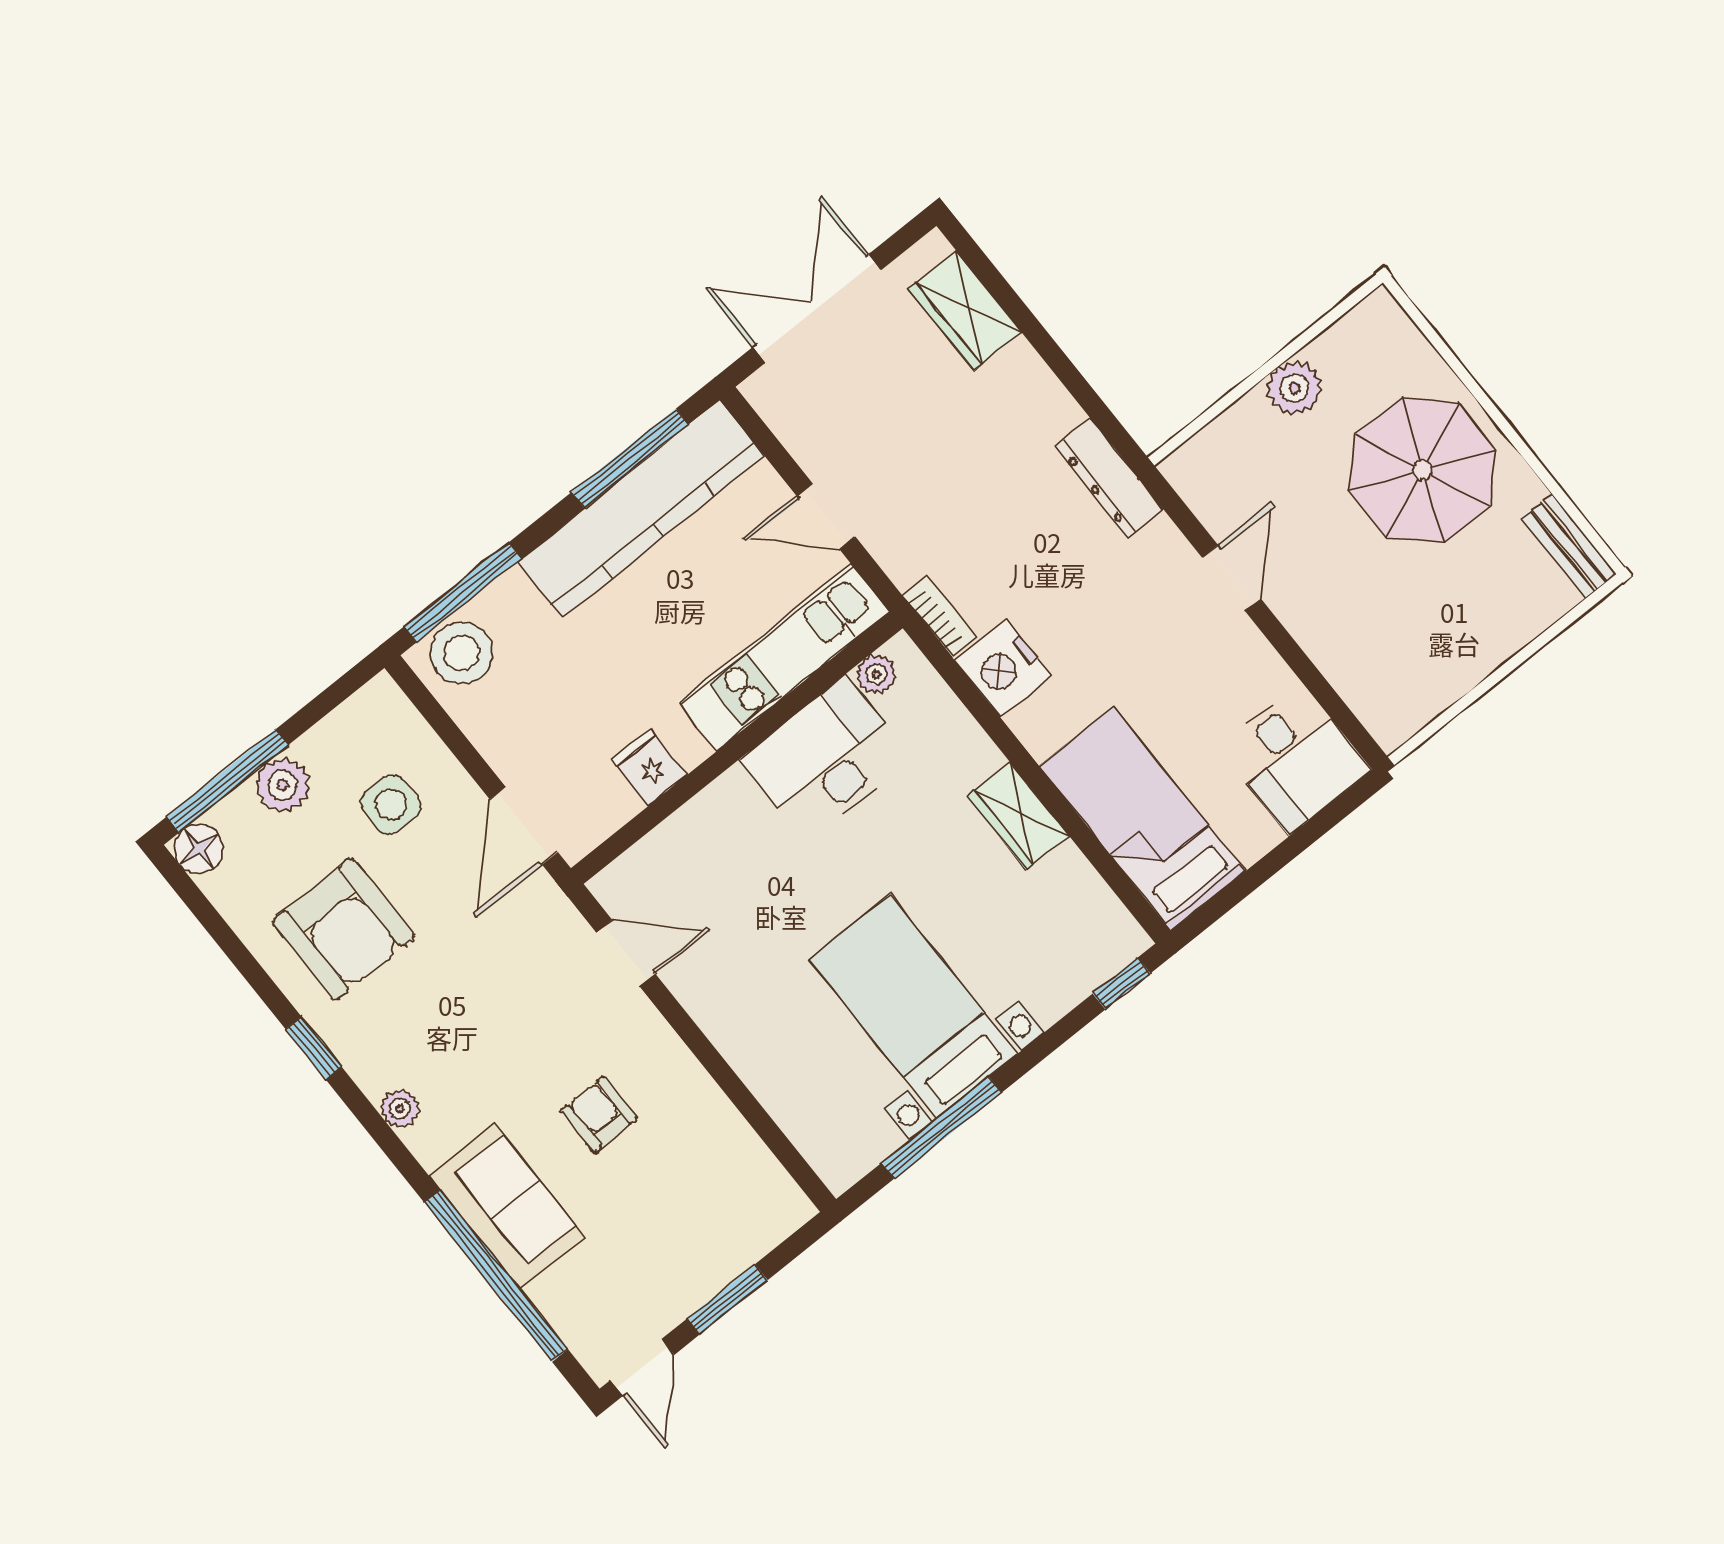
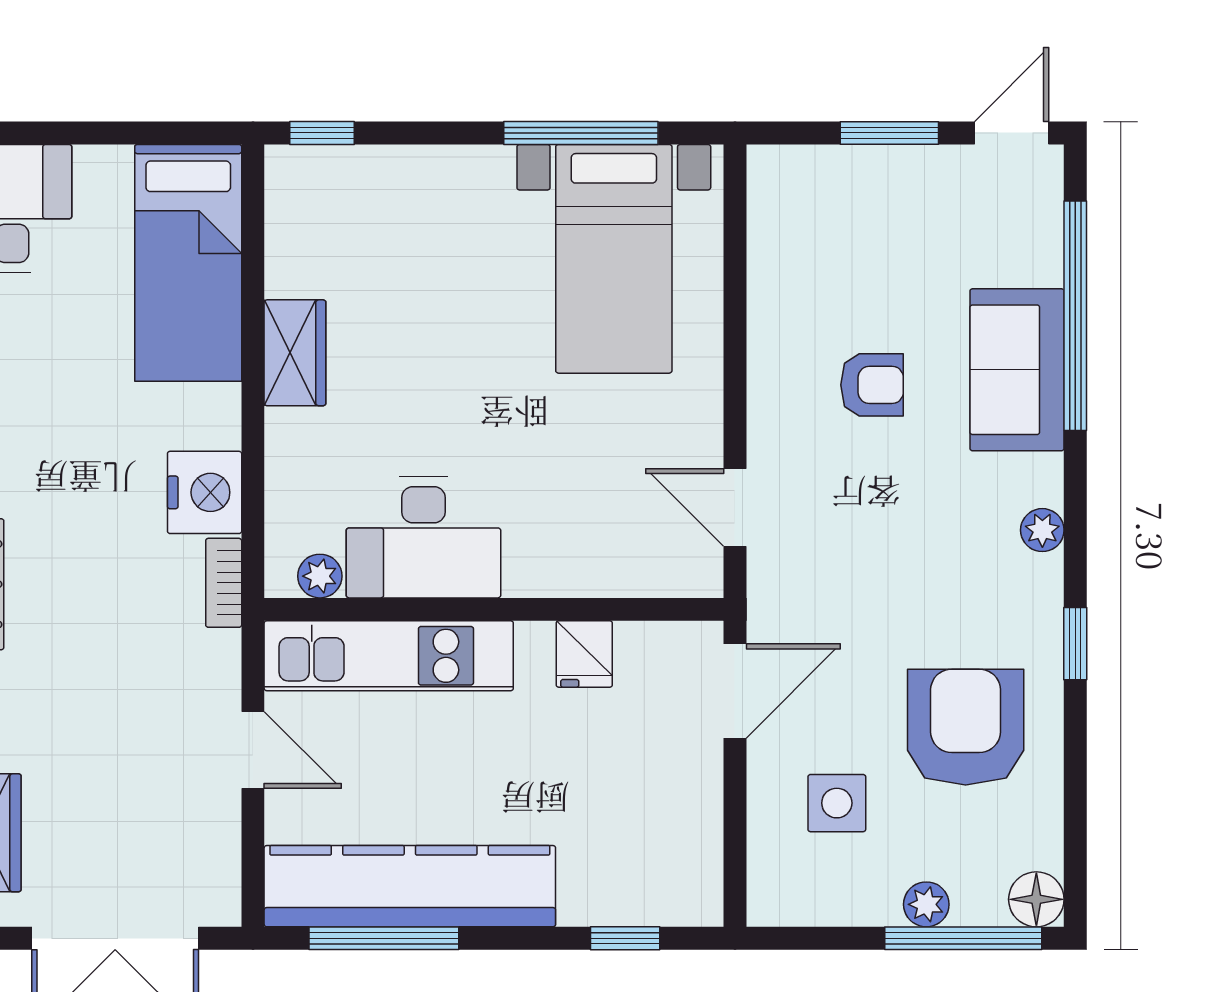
window: (462, 593) -> (625, 938), width x0.46
stool: (462, 653) -> (668, 886), removed
plant: (283, 785) -> (926, 904), width x0.73, depth x0.73
bed with nightstands: (913, 1007) -> (614, 259), moved
armchair: (599, 1115) -> (872, 385), turned -90

